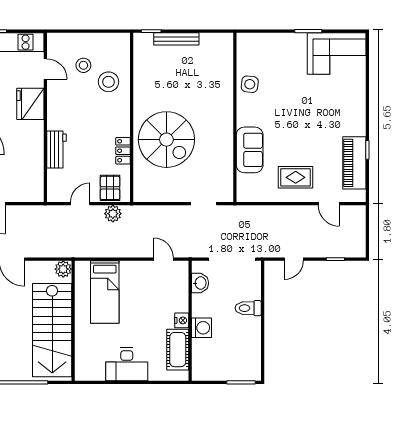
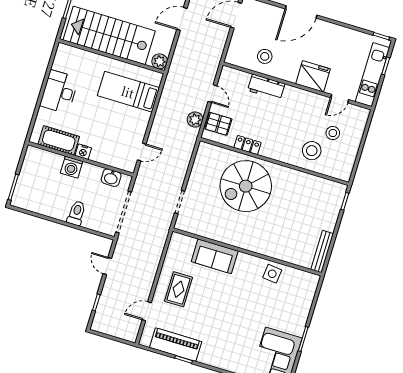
bench: (176, 39) -> (322, 252), moved
stool: (25, 161) -> (265, 56), added

